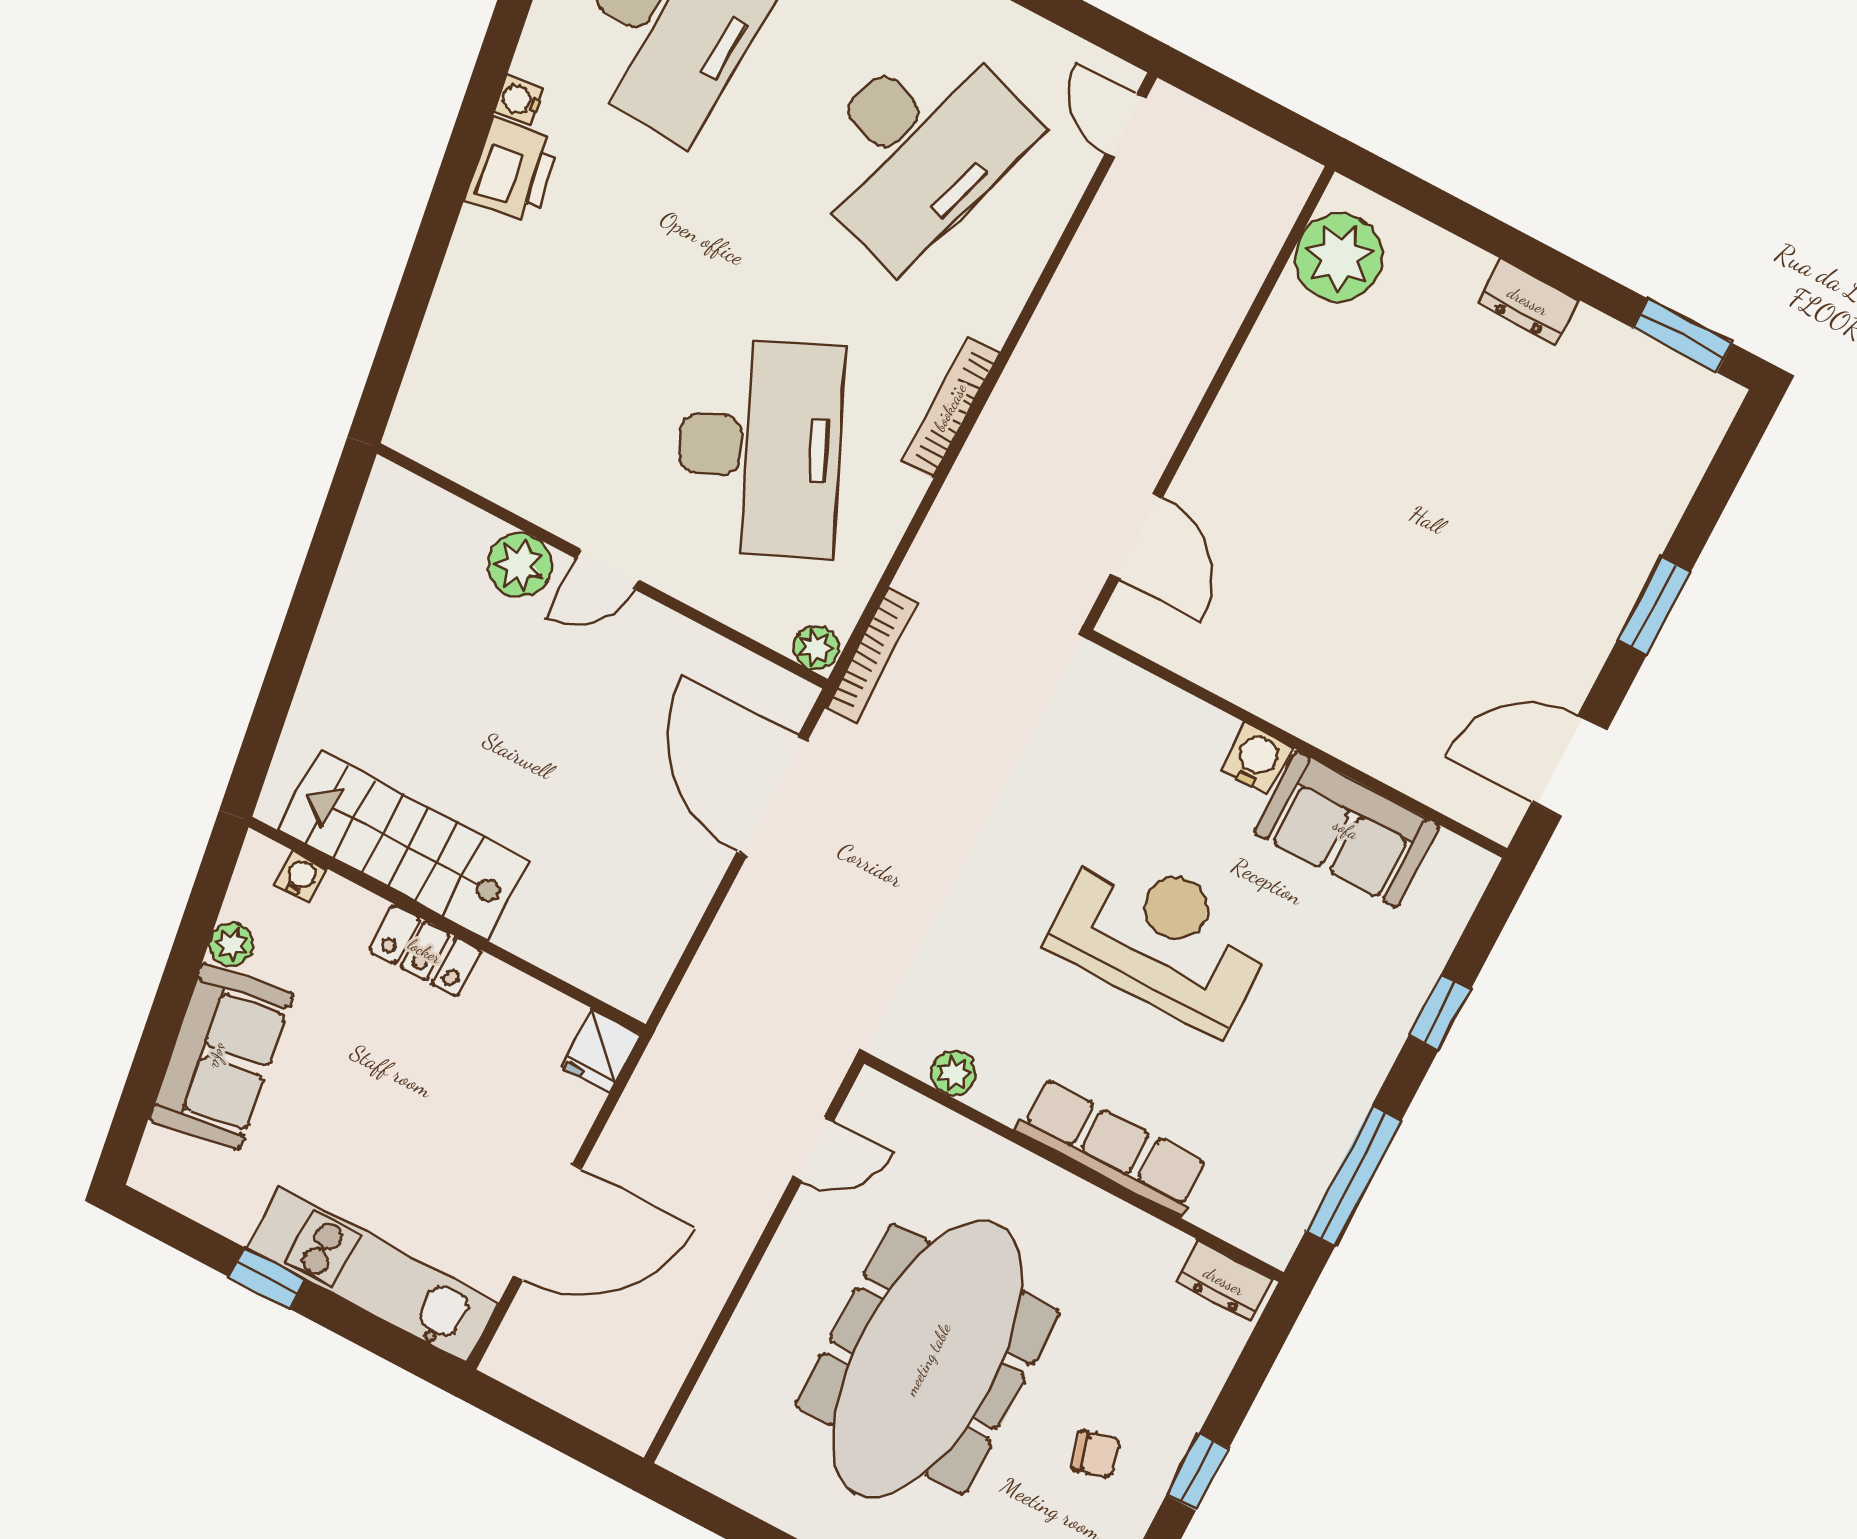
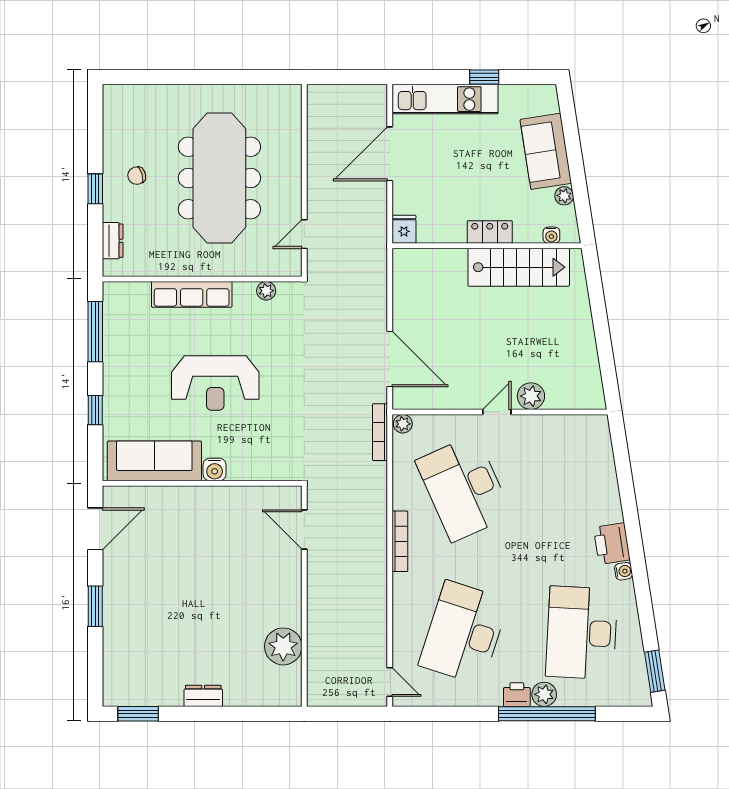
plant: (1339, 257) -> (283, 646), moved
sofa: (1346, 829) -> (154, 461), width x1.36
dresser: (1224, 1281) -> (113, 241), moved, turned 90

